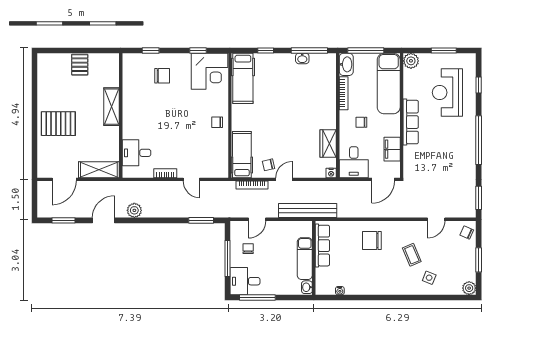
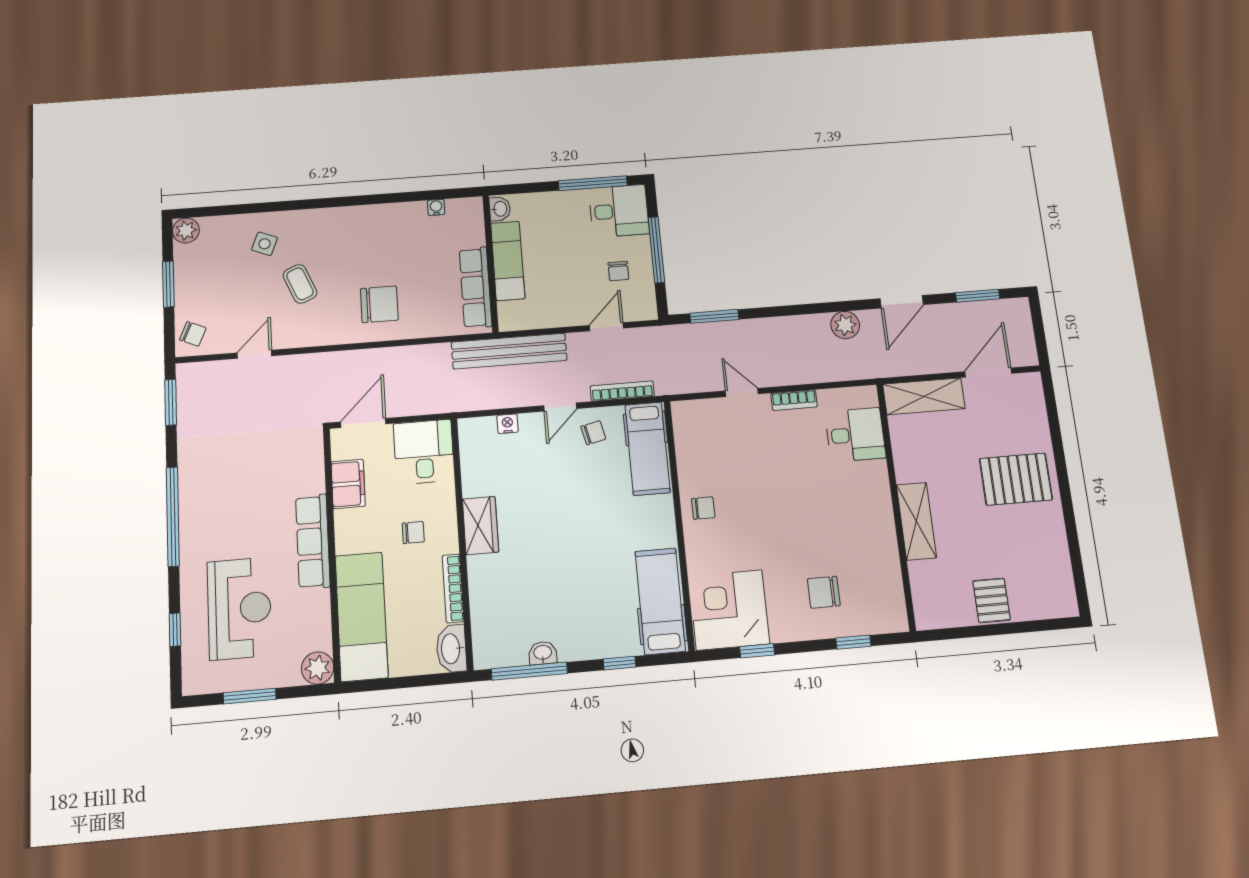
window: (366, 50) -> (413, 682), removed
wardrobe: (328, 144) -> (481, 525), moved
nightstand: (331, 173) -> (507, 424), moved

